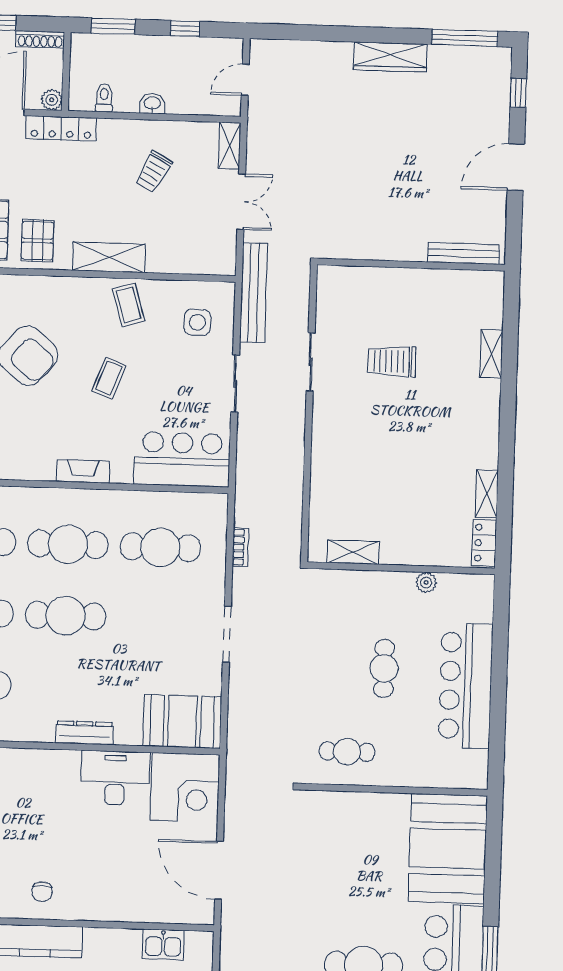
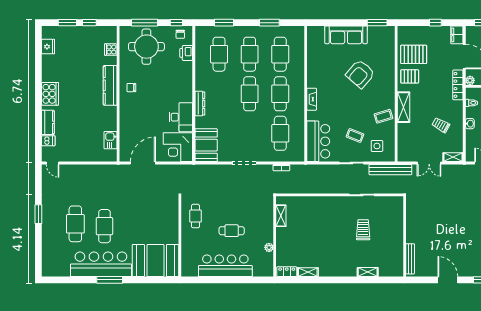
coffee table: (109, 378) -> (355, 135), moved

